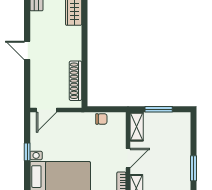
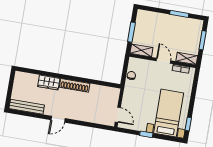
door: (27, 50) -> (58, 119), moved
shoe rack: (75, 81) -> (75, 85), moved

